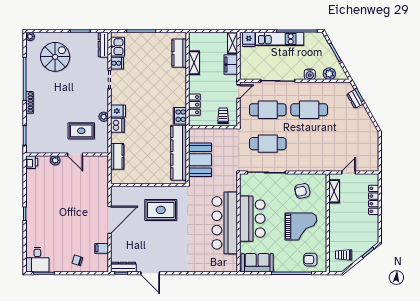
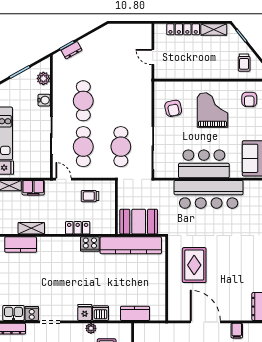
wall: (213, 127) -> (116, 207), moved
shelving: (334, 191) -> (214, 30), moved

